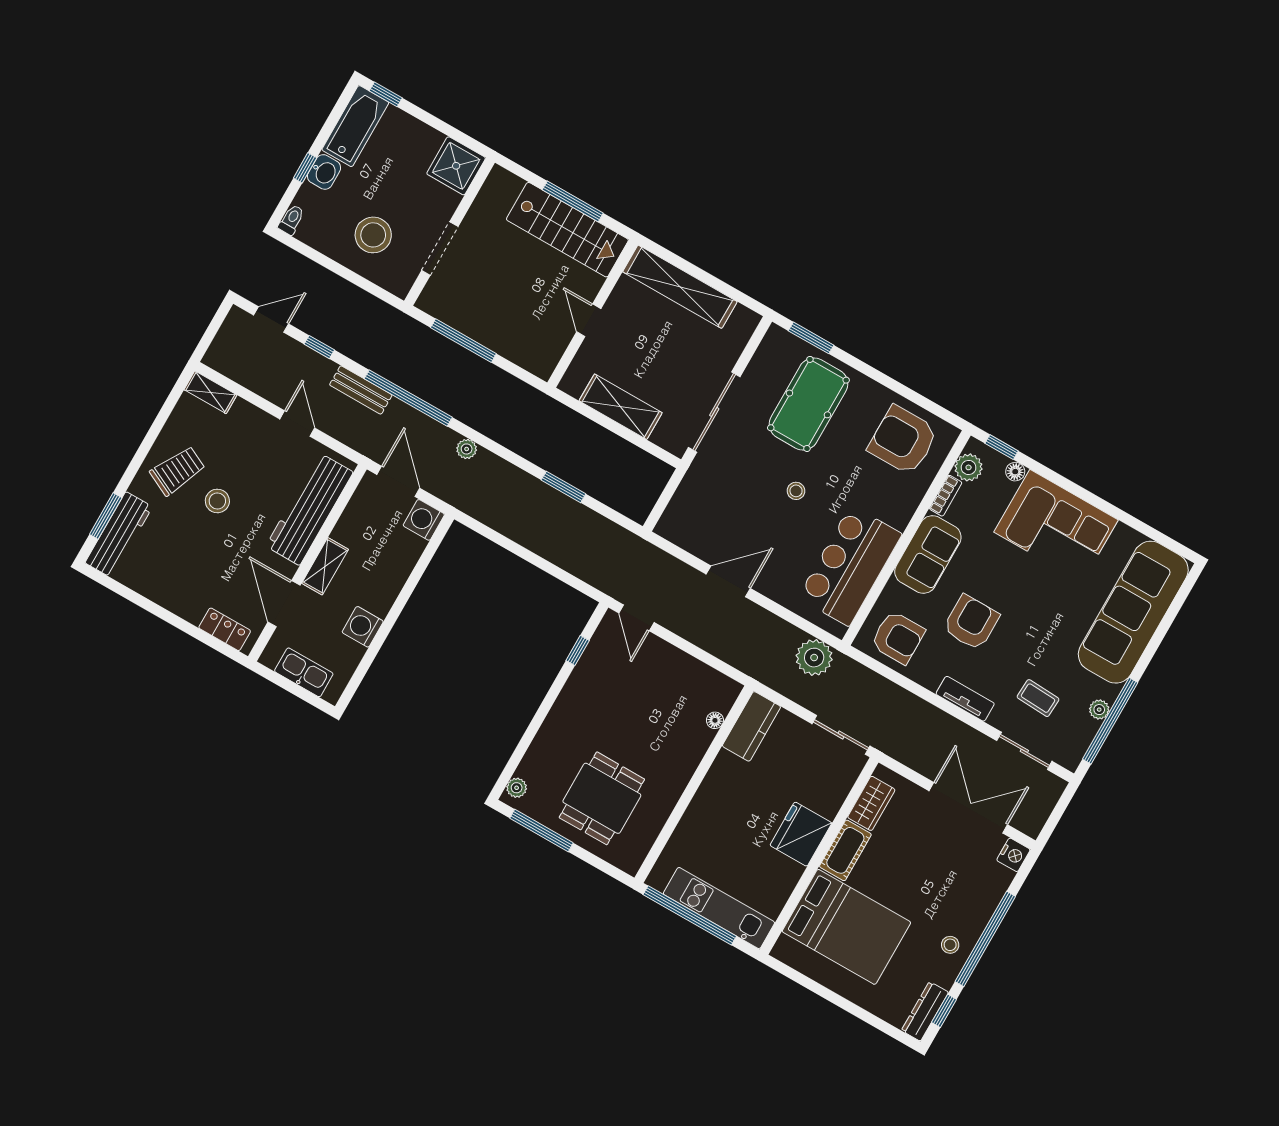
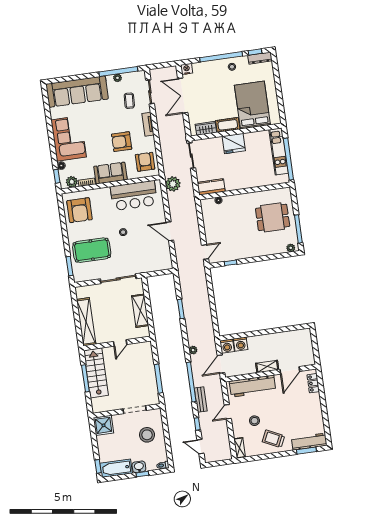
stool: (217, 501) -> (255, 421), moved
washing machine: (363, 627) -> (241, 344), moved
kitchen sink: (304, 672) -> (307, 346), removed

